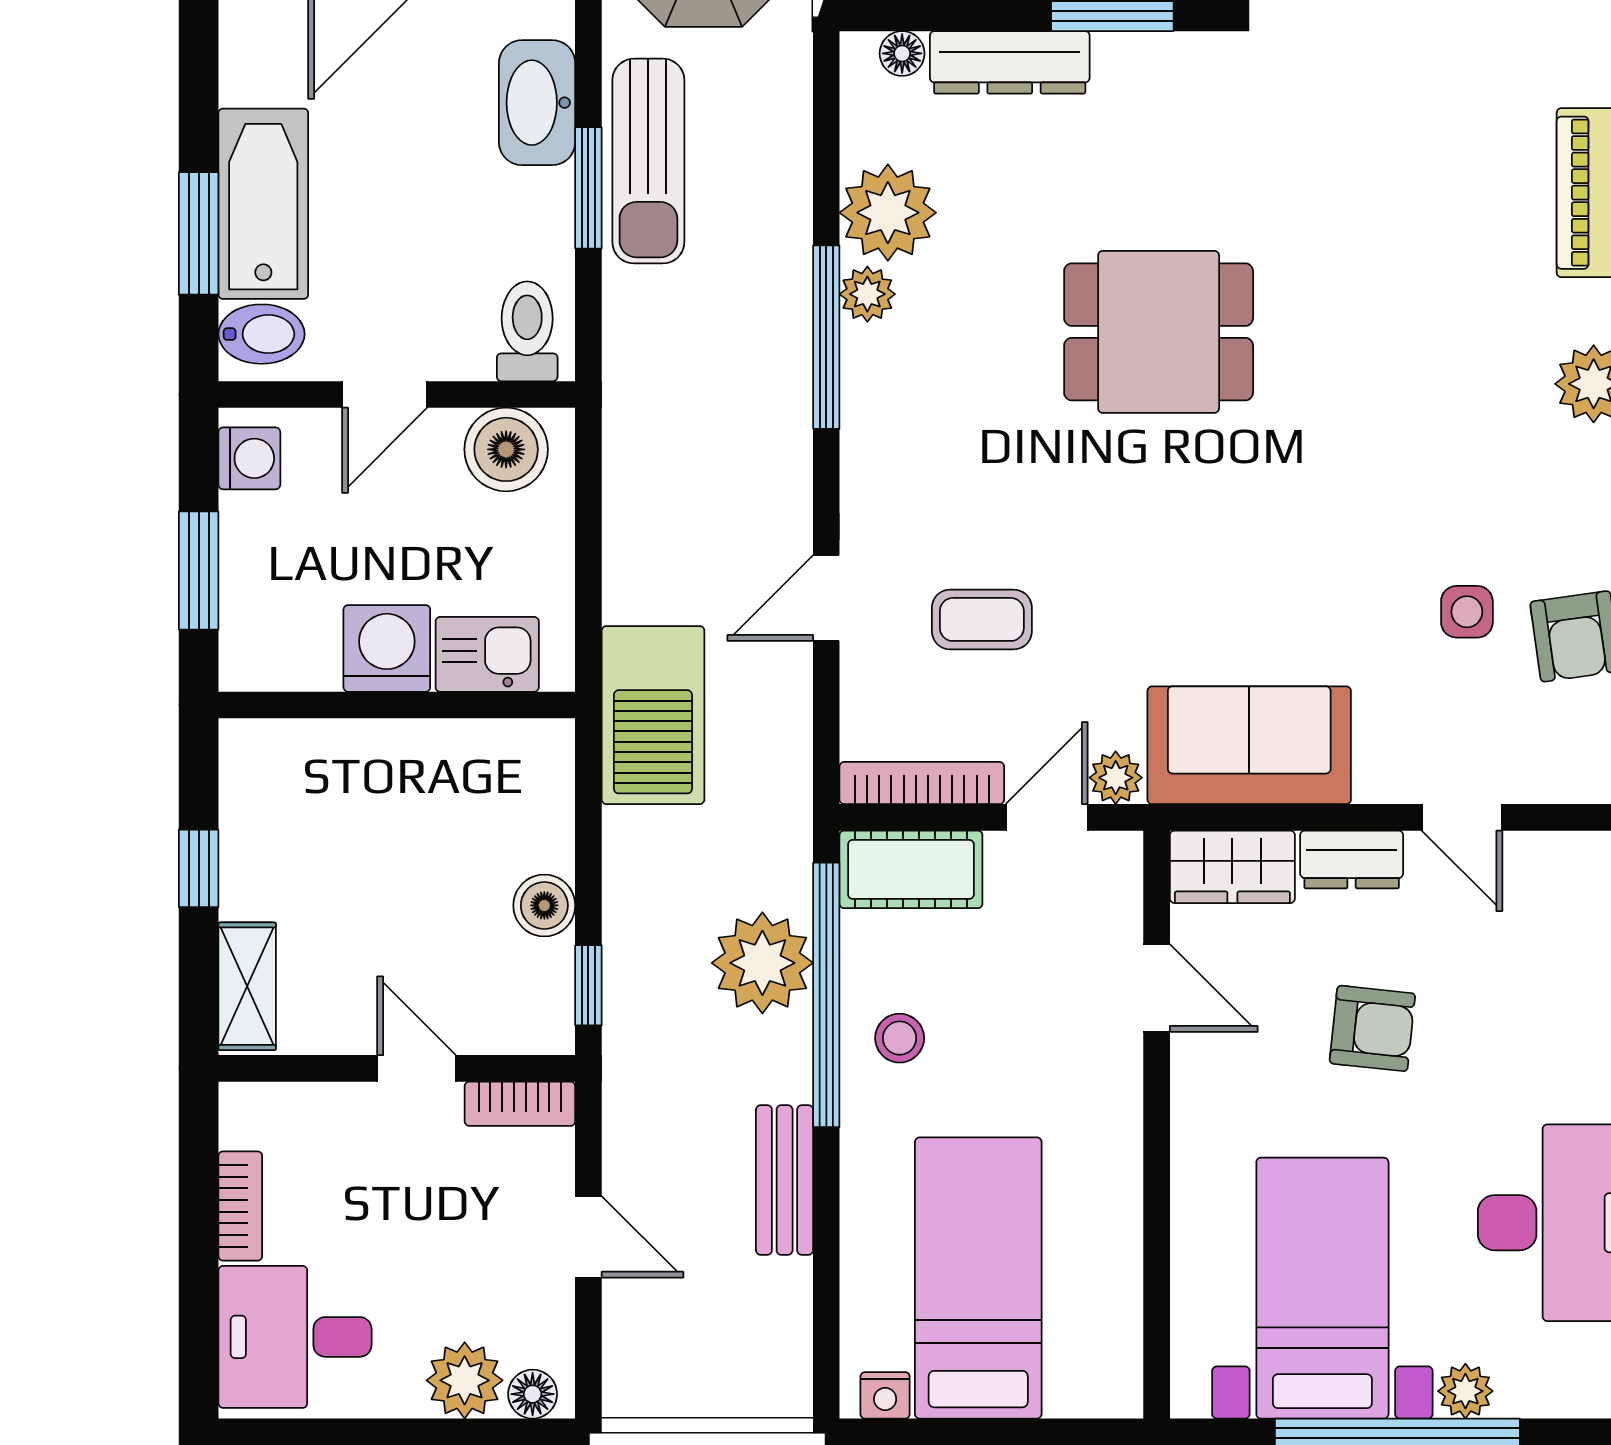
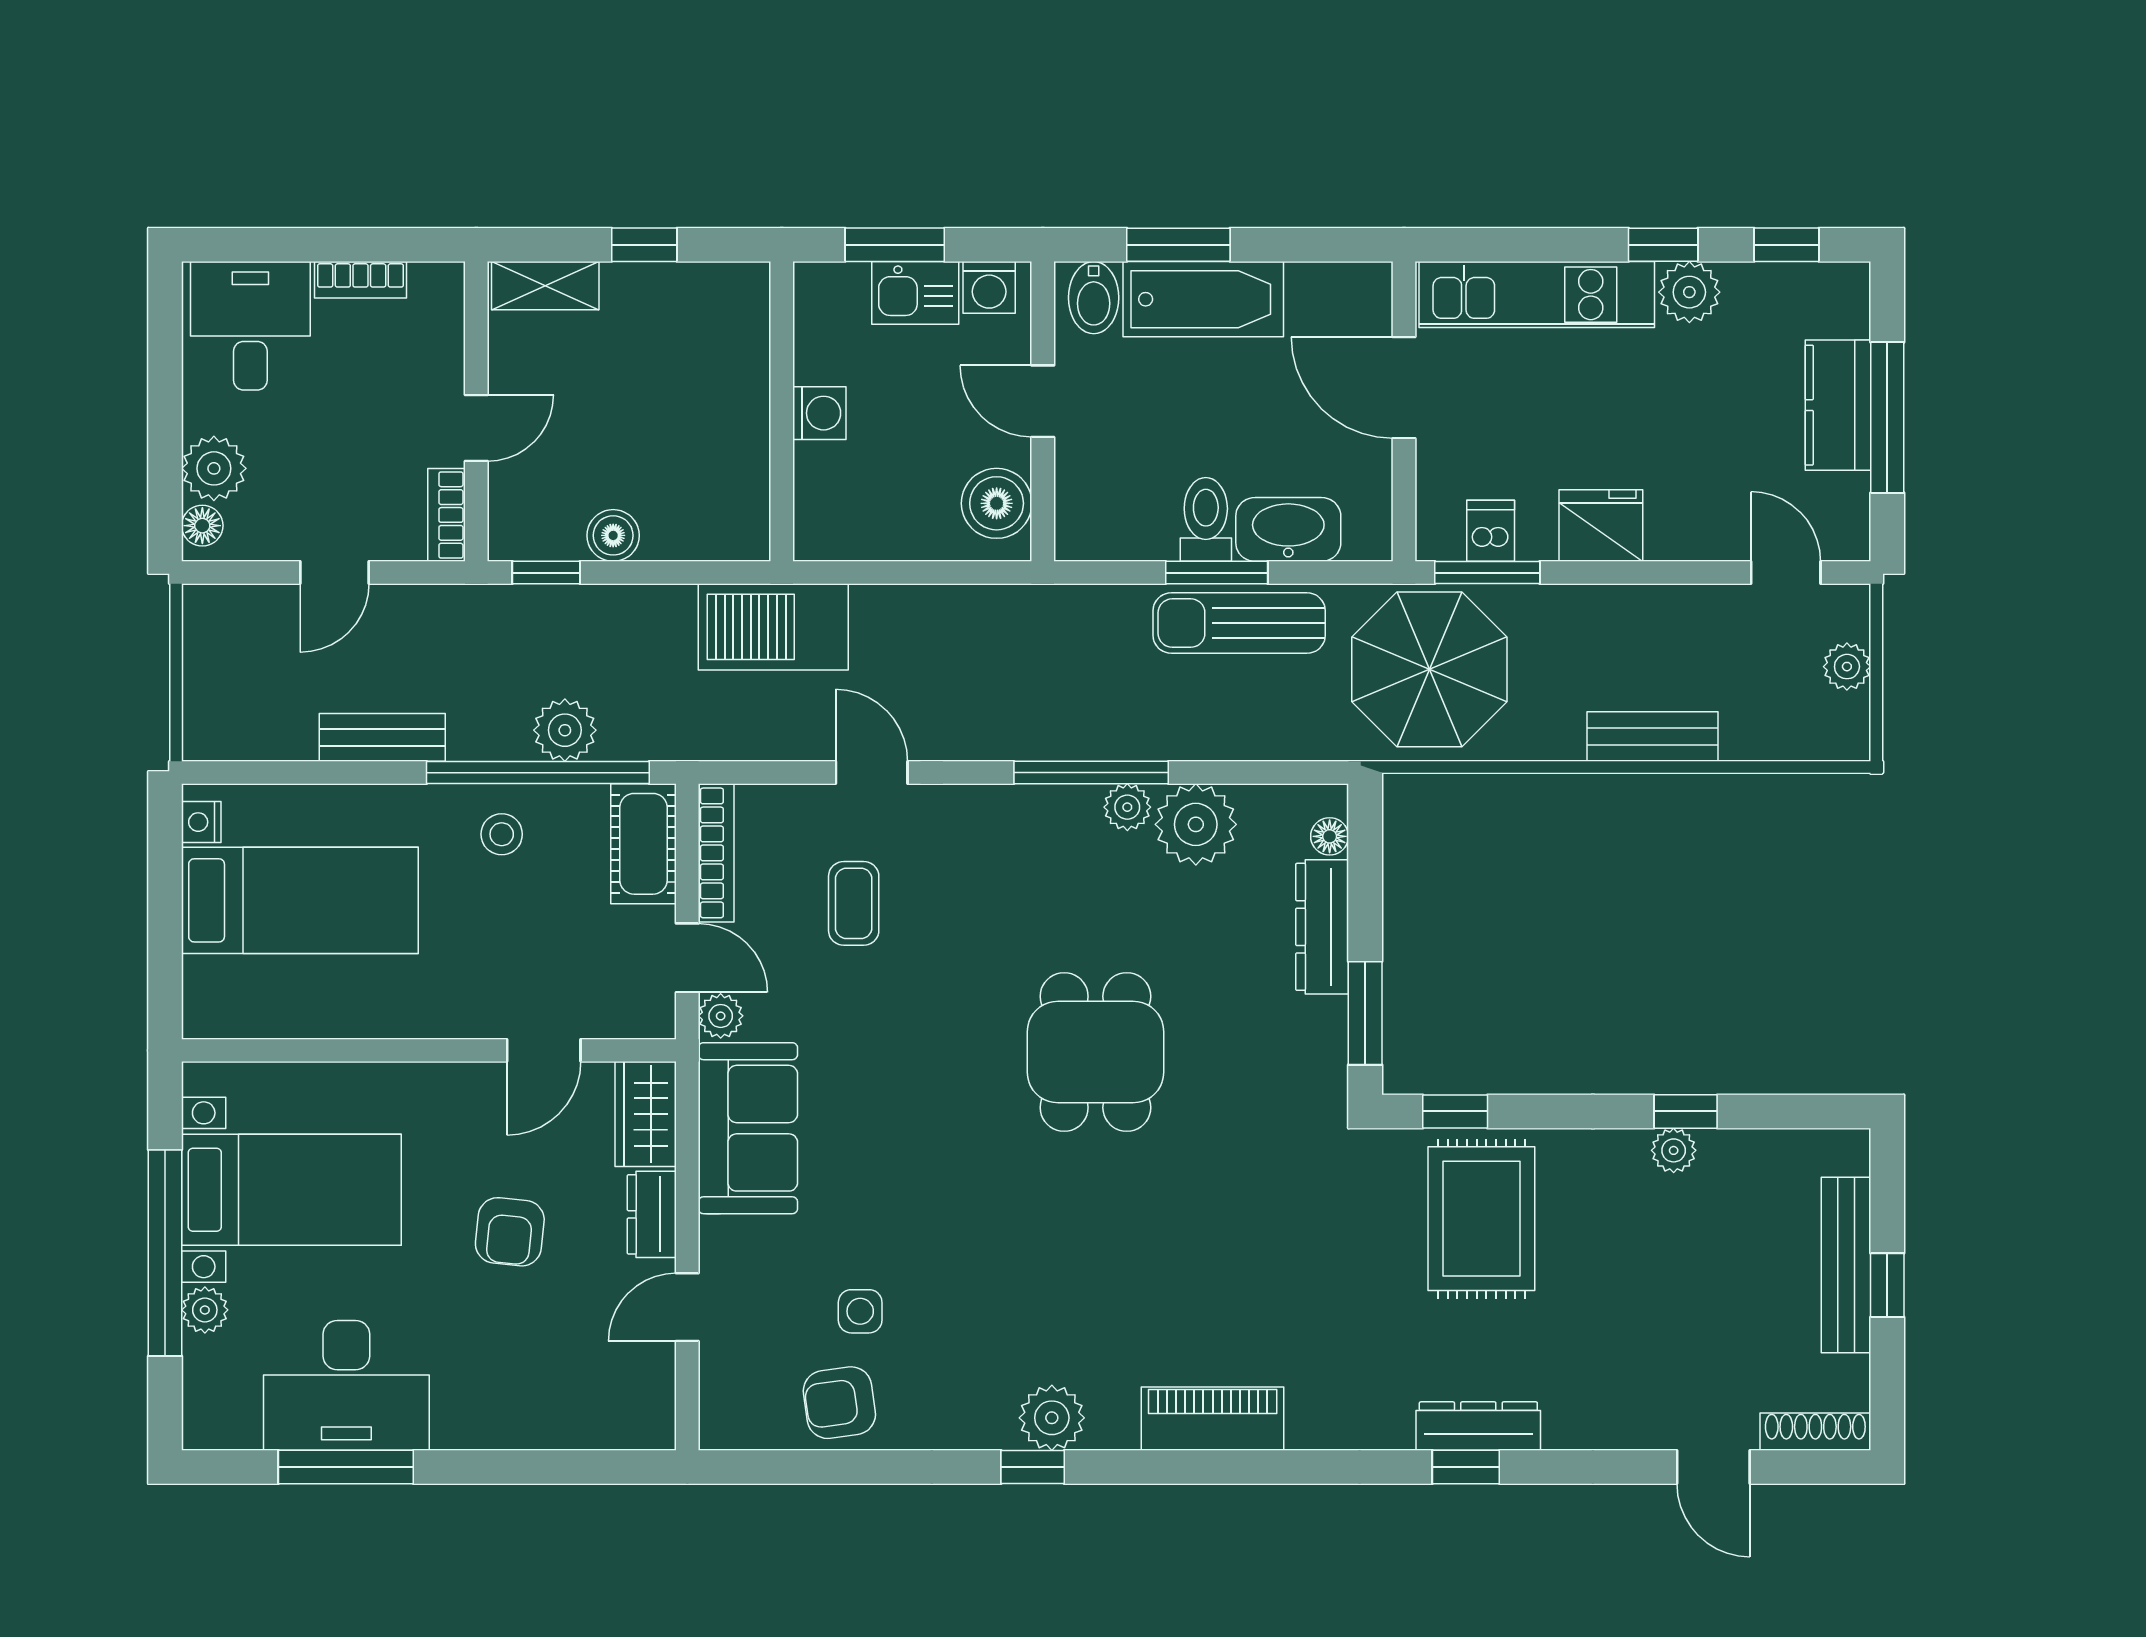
toilet: (527, 331) -> (1206, 519), moved, turned -90
washing machine: (387, 648) -> (819, 413), width x0.73, depth x0.73
kitchen sink: (487, 654) -> (915, 293), moved, turned 90
plant: (762, 963) -> (565, 730), width x0.73, depth x0.73

